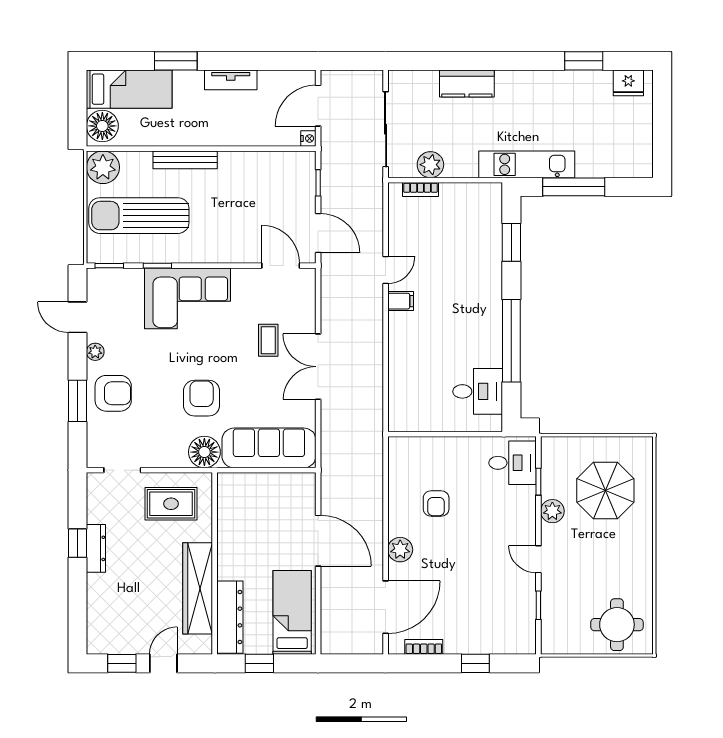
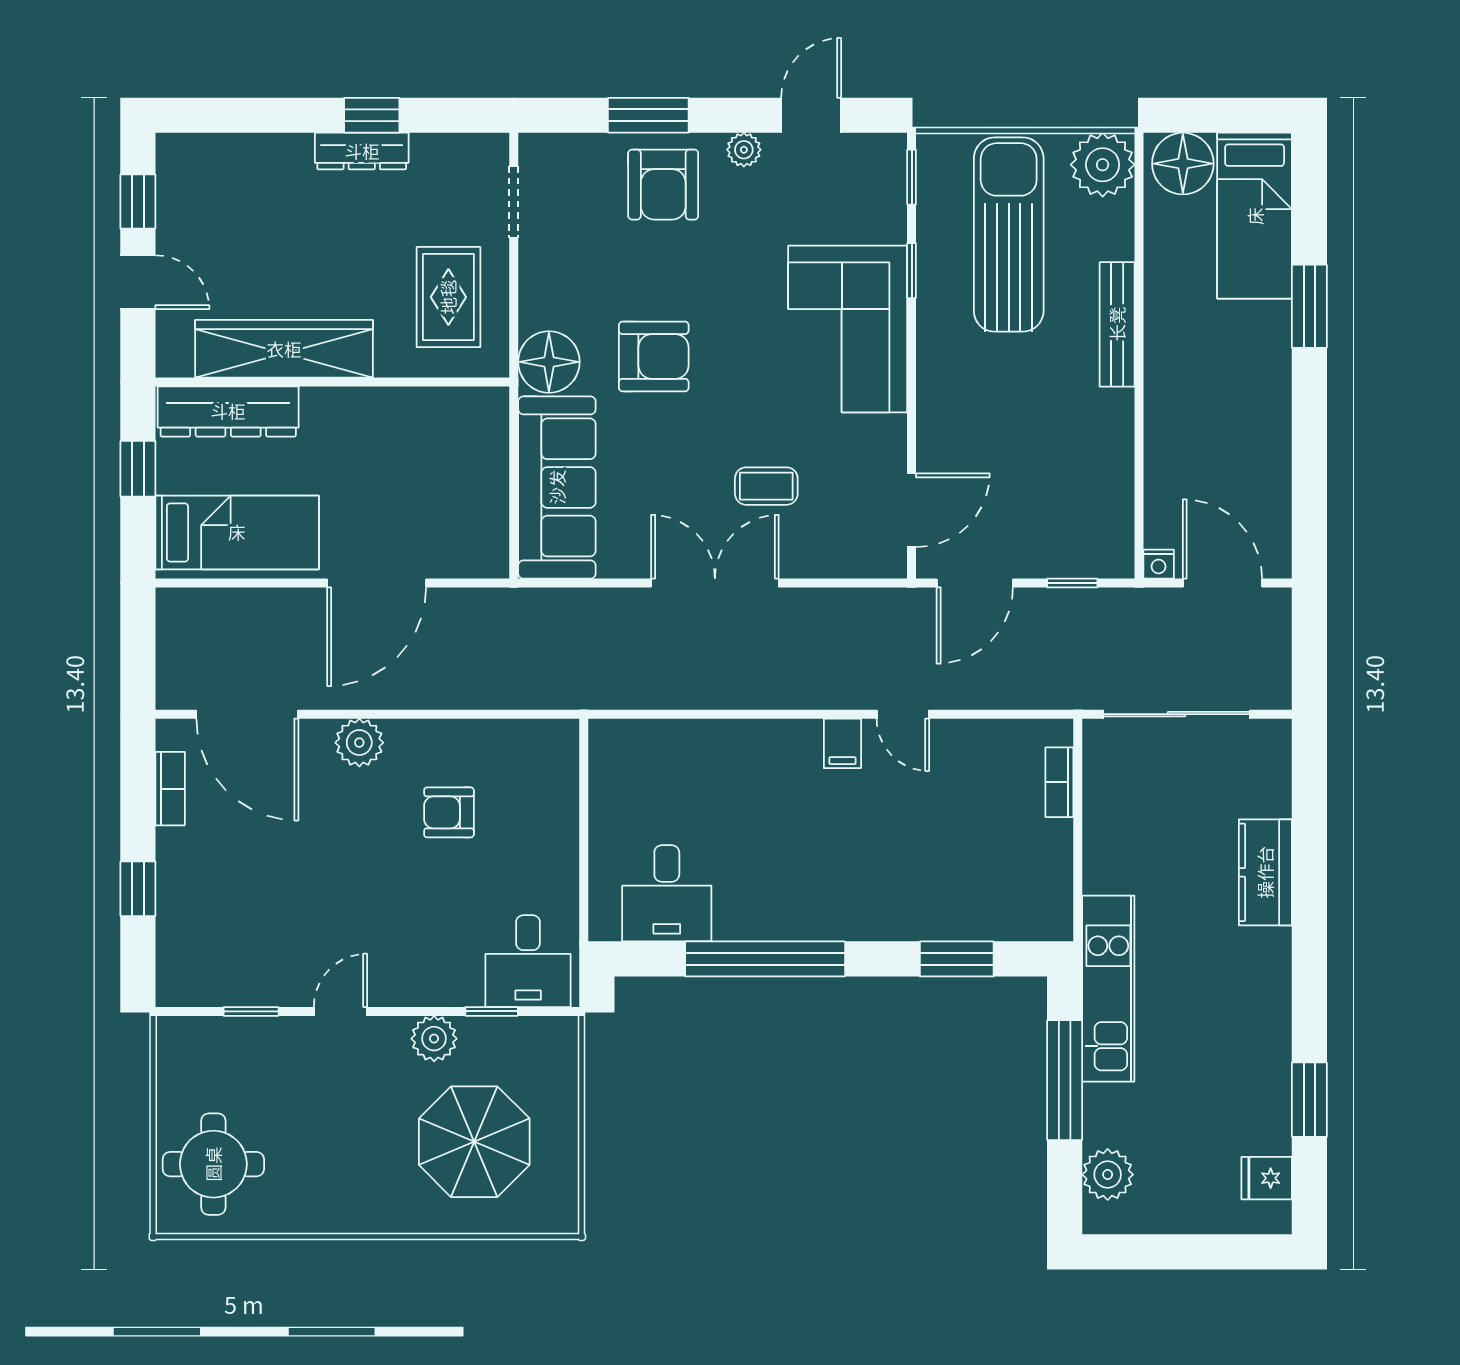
tv unit: (231, 80) -> (1273, 413), removed
fridge: (628, 83) -> (1267, 1178), width x0.72
plant: (430, 165) -> (1108, 1175), moved

